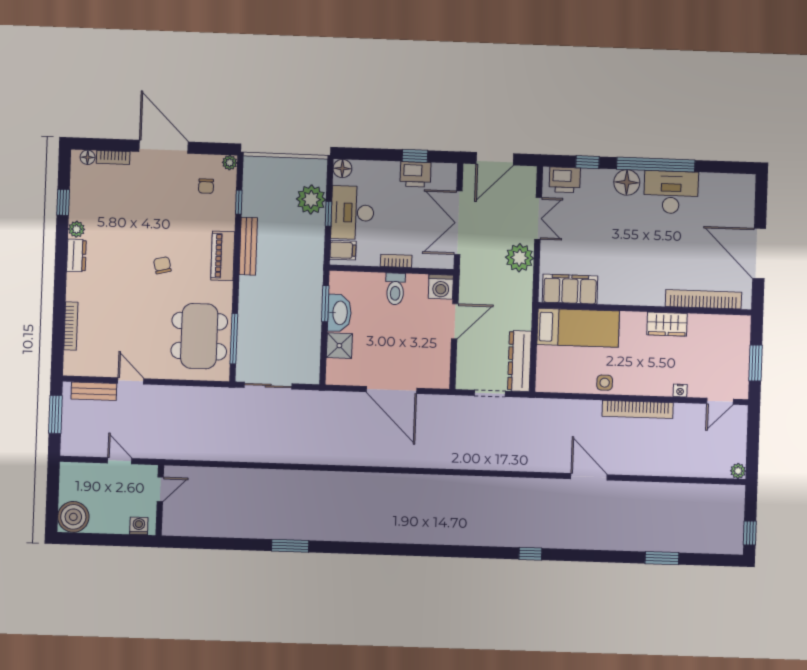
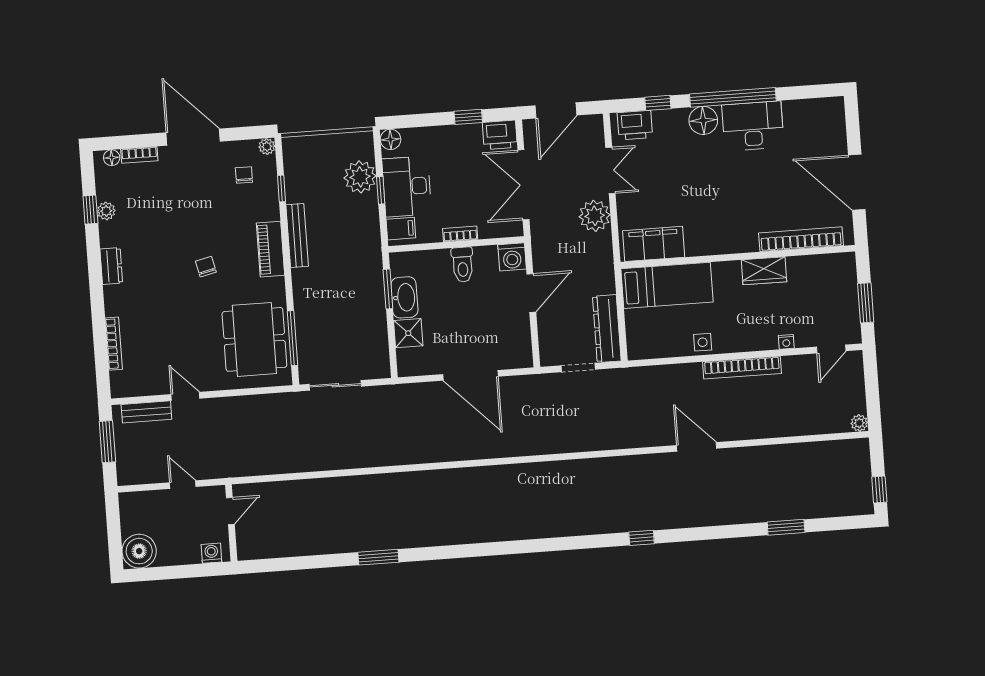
printer: (415, 174) -> (500, 135), moved
chair: (206, 186) -> (244, 175), turned 180
plant: (77, 229) -> (106, 211), moved

